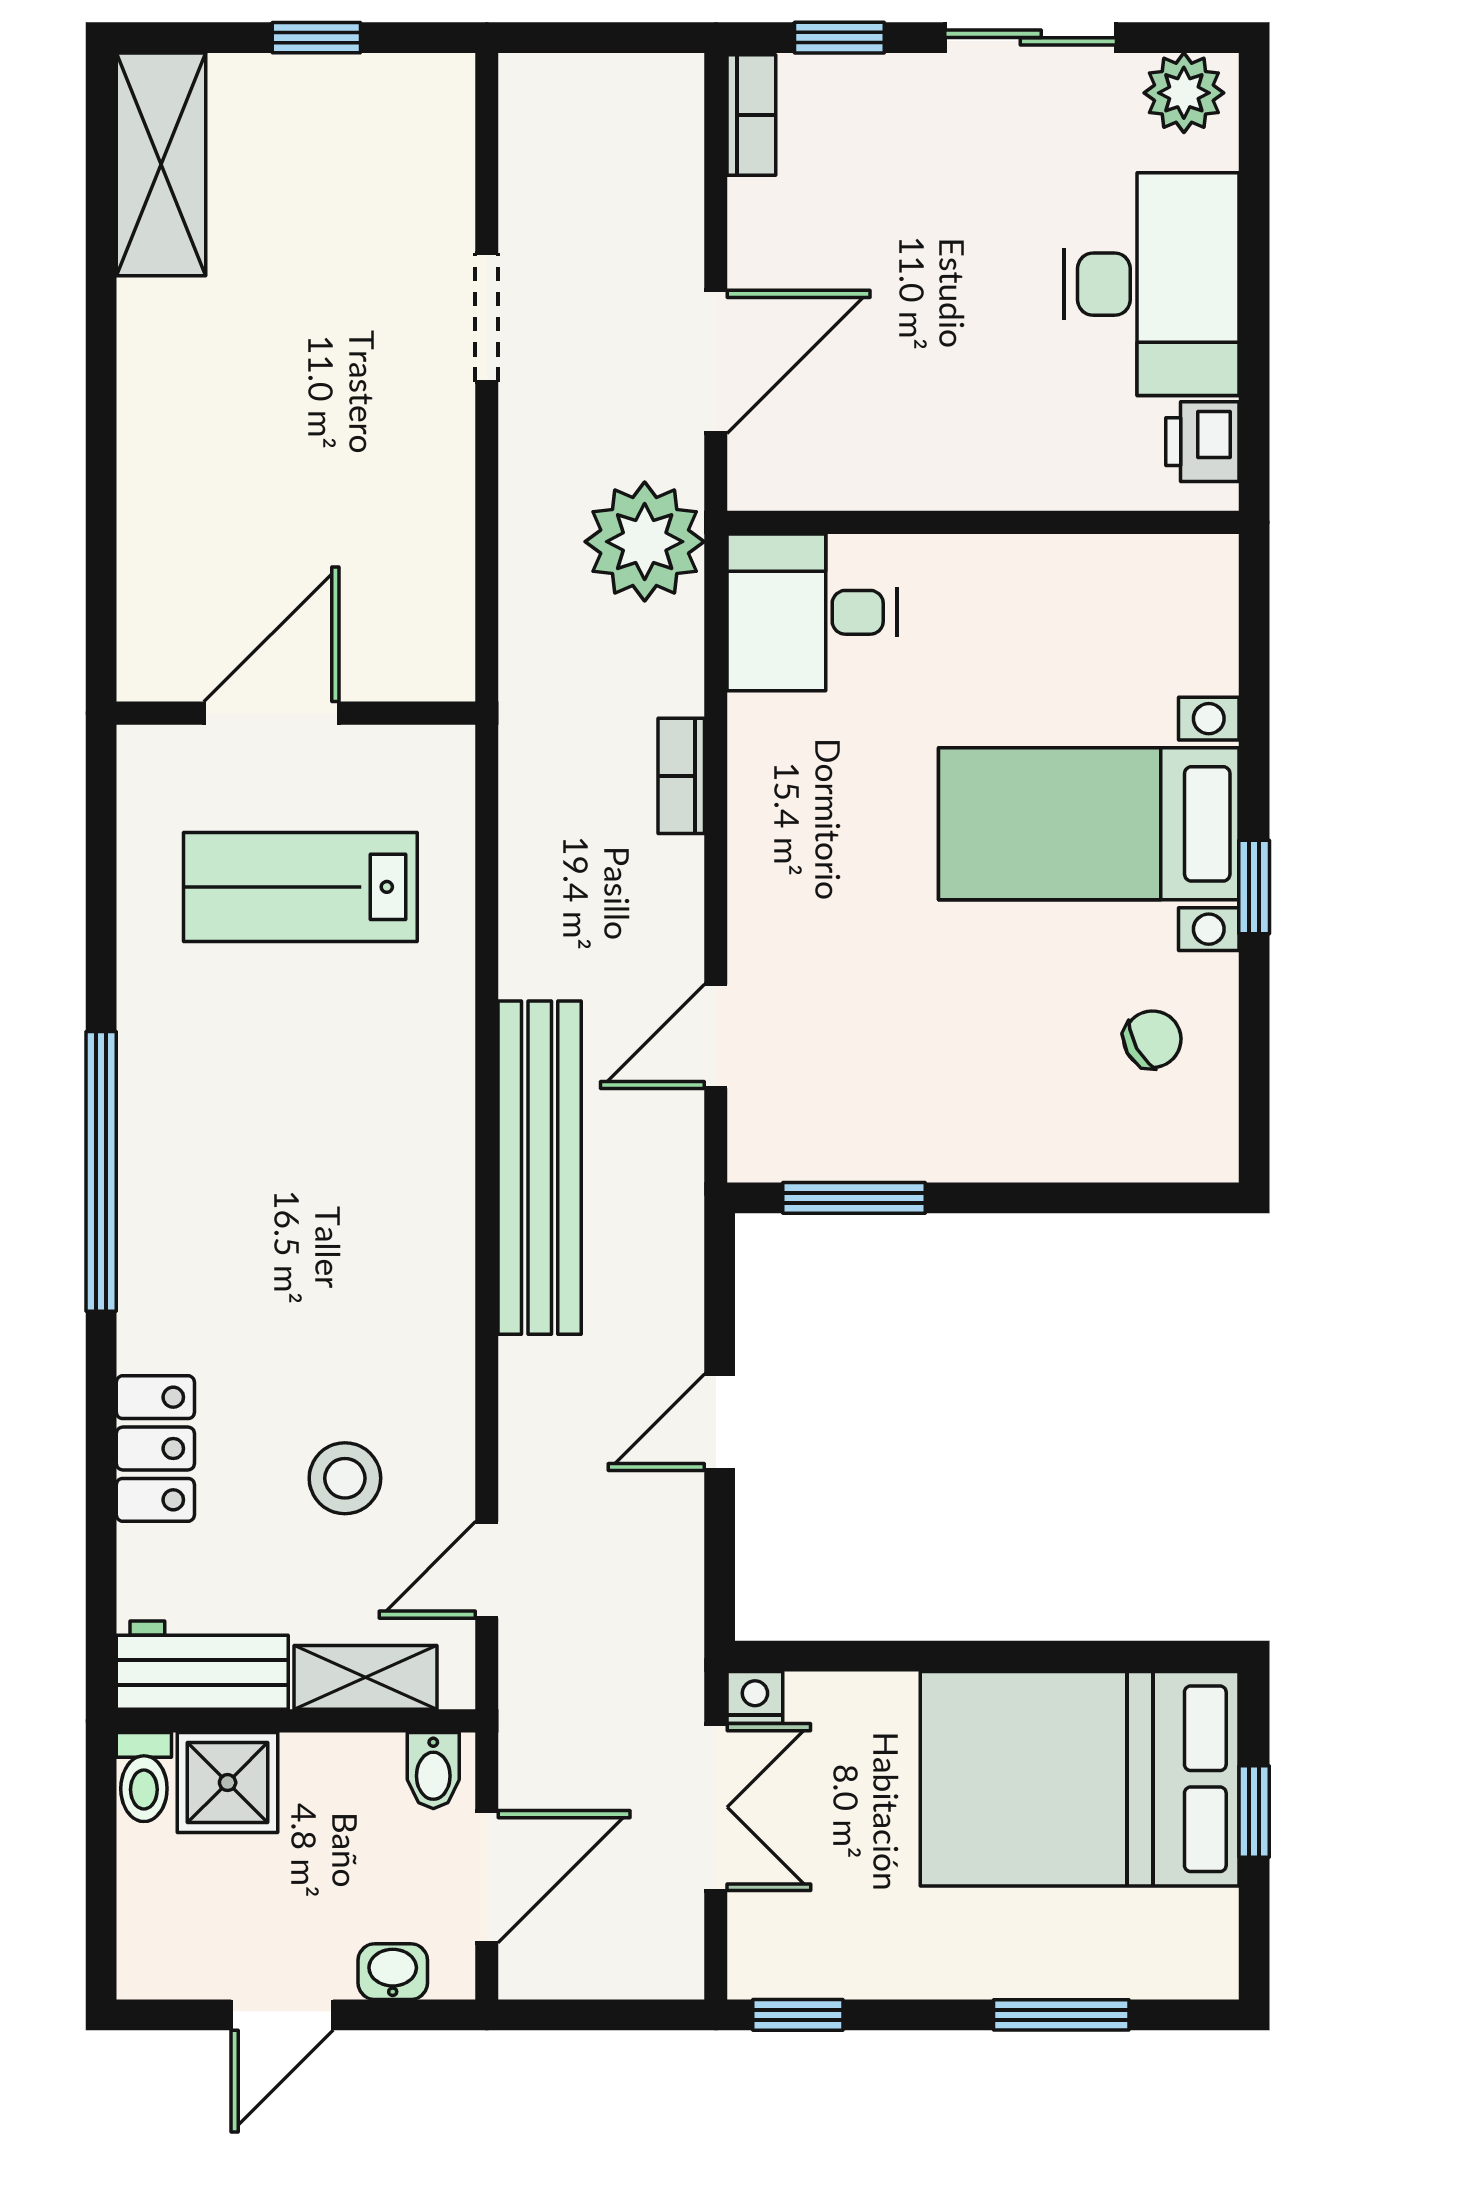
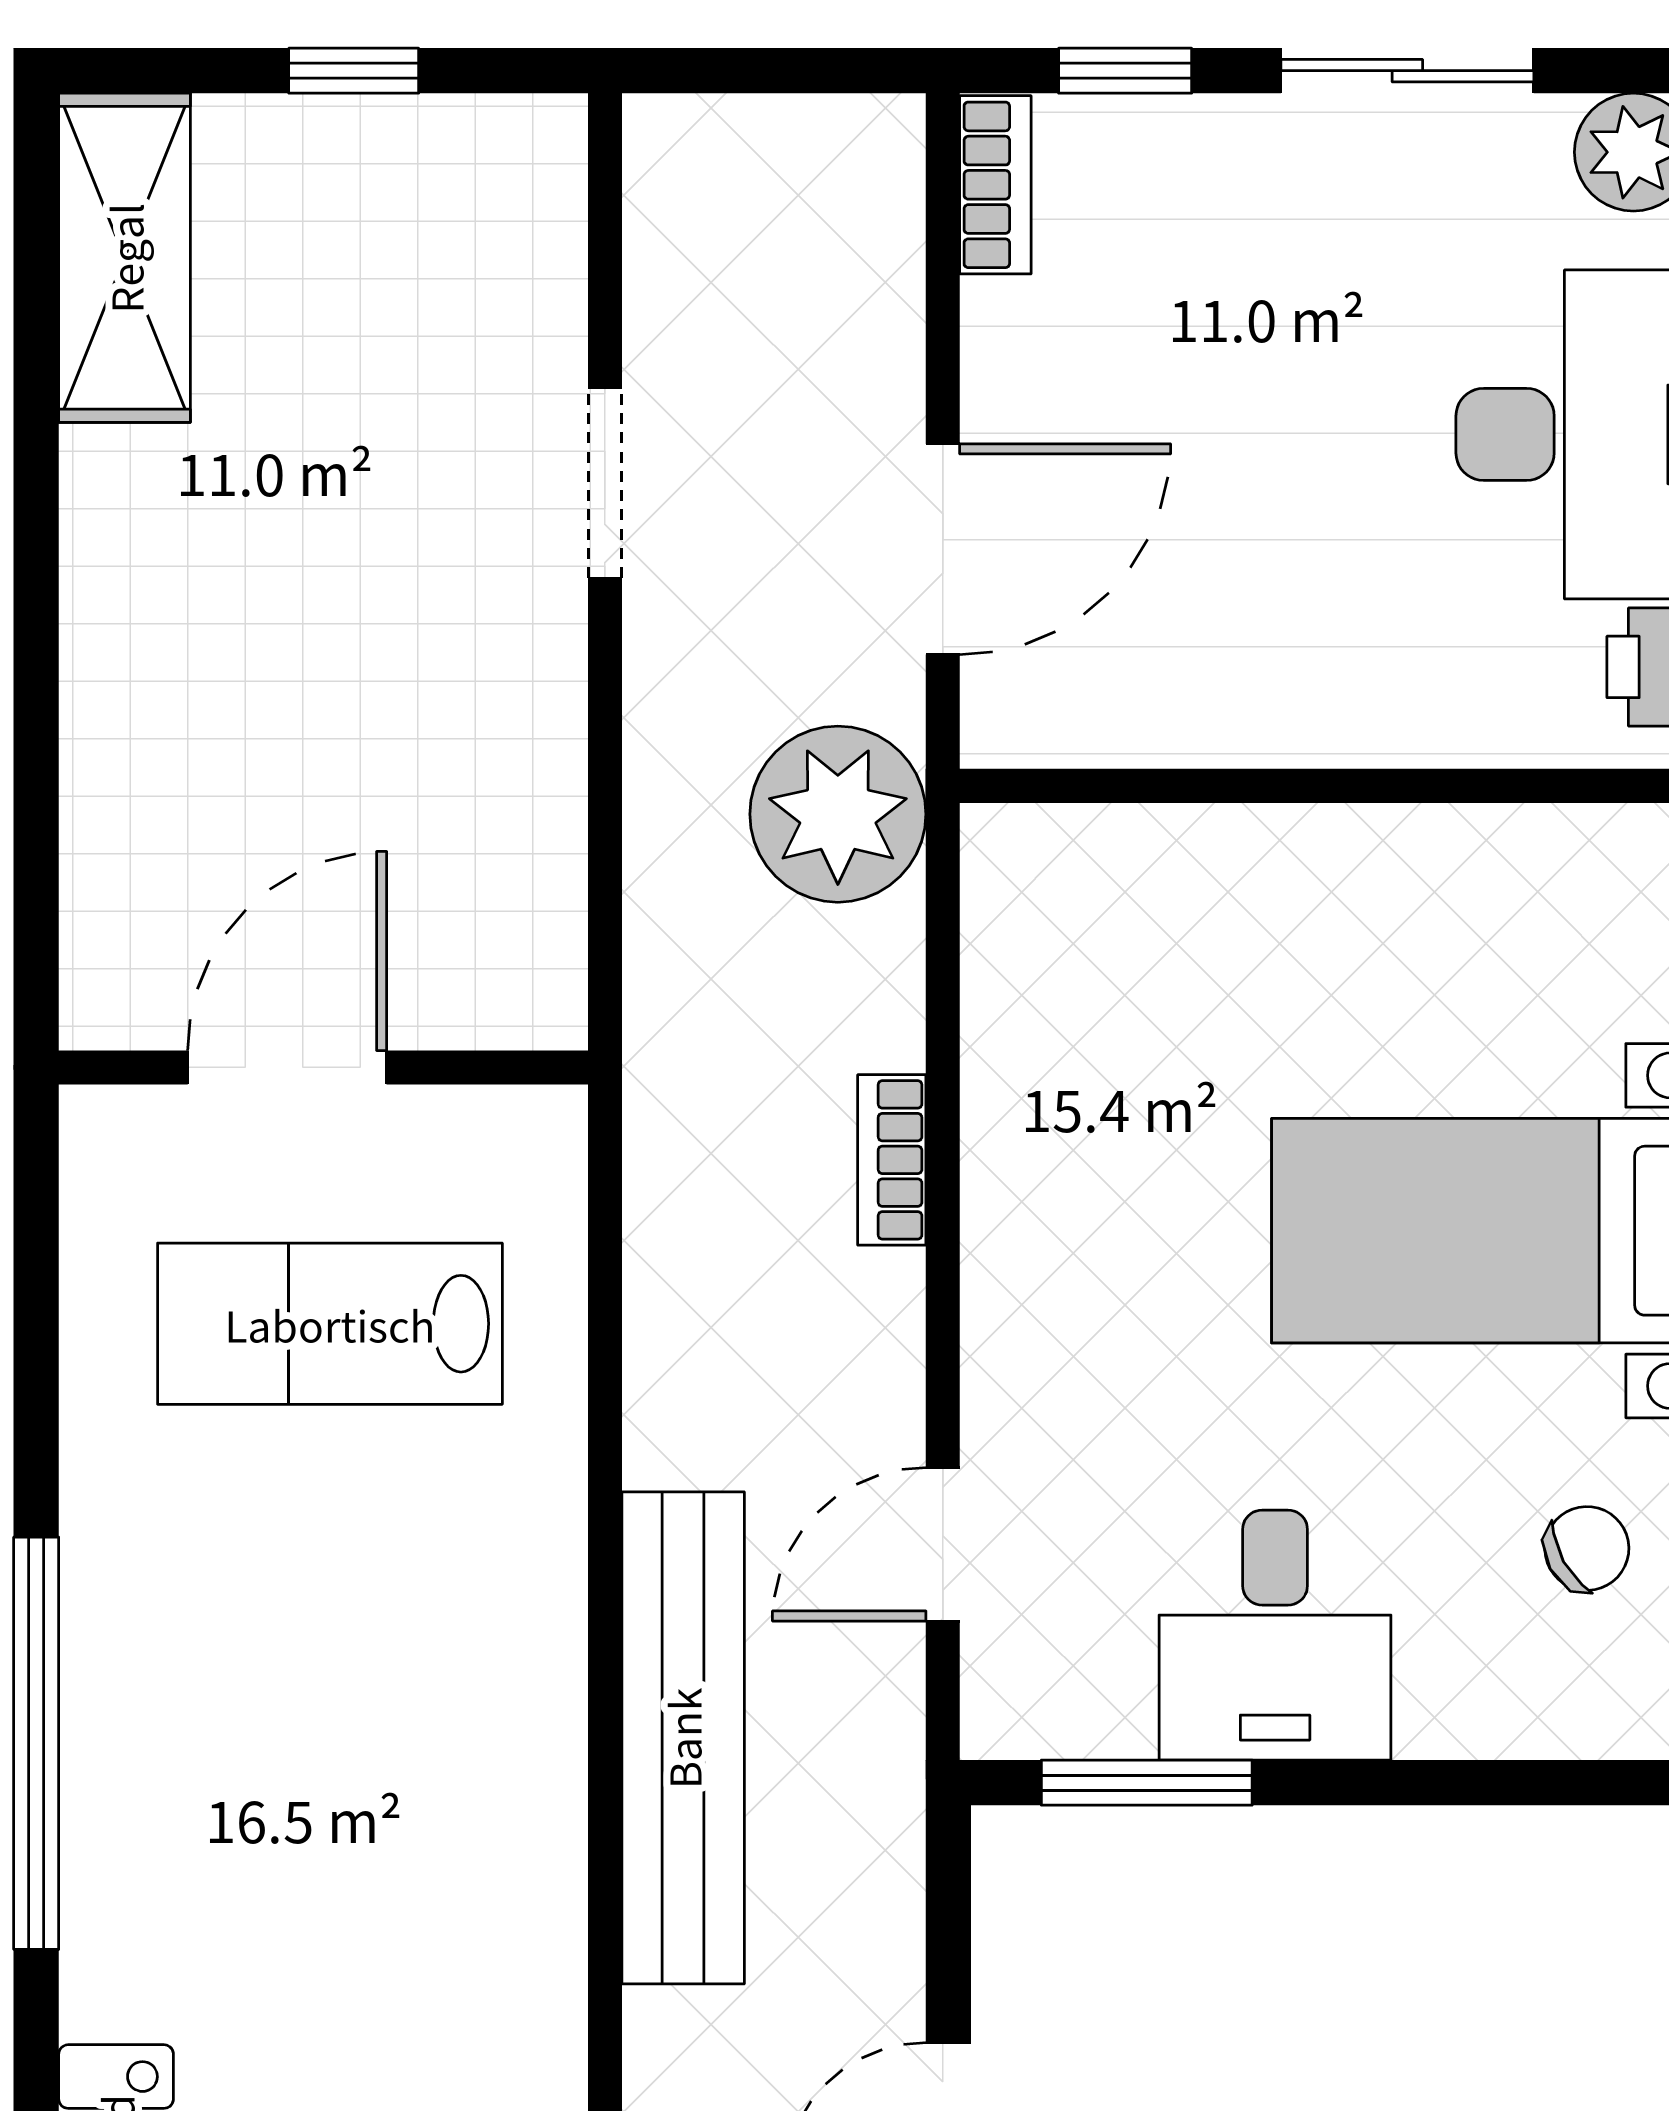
desk: (812, 612) -> (1275, 1635), moved, turned -90

